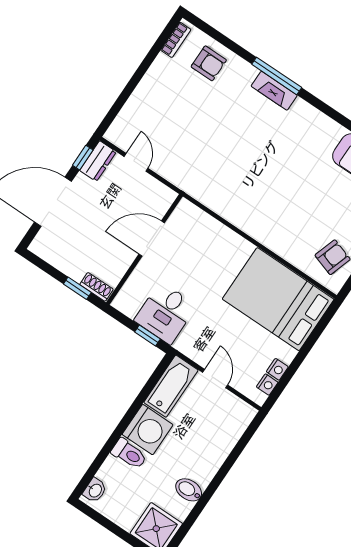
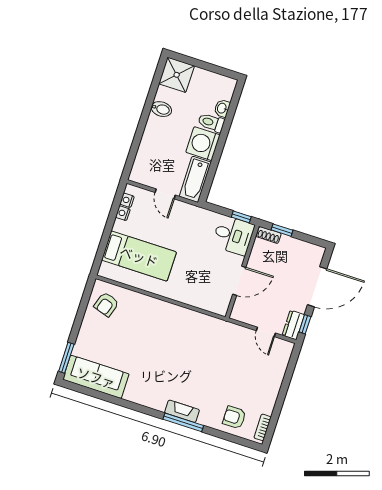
bed: (278, 299) -> (139, 256), width x0.67
desk: (165, 313) -> (233, 235), moved, turned 90
window: (147, 336) -> (241, 217), moved
washbasin: (95, 490) -> (222, 108), moved

